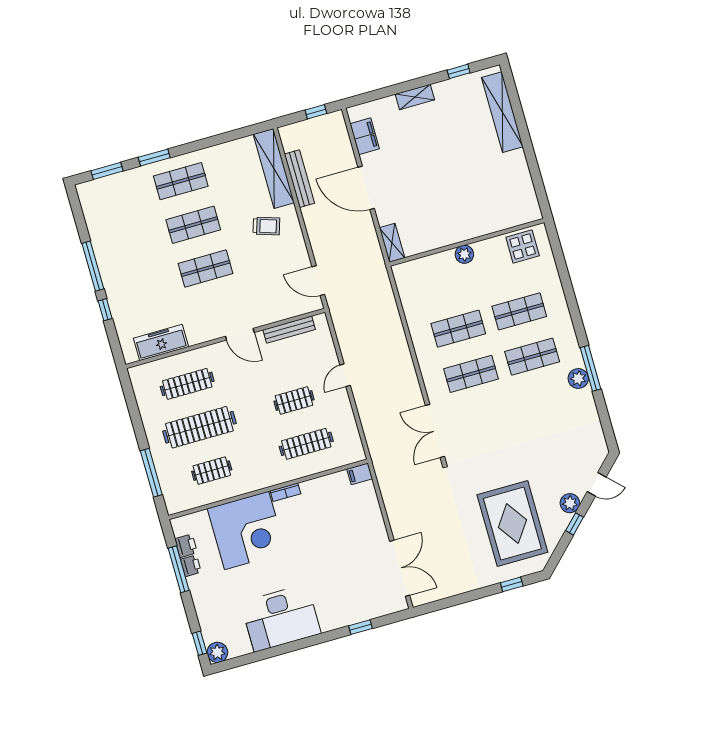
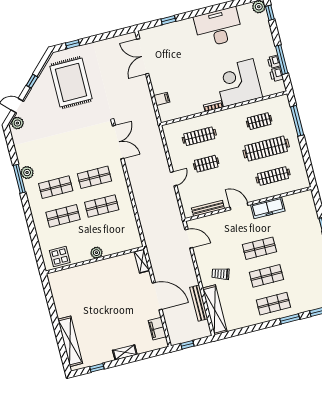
freezer: (161, 342) -> (268, 208), moved
filing cabinet: (360, 474) -> (162, 99), moved
plant: (570, 503) -> (17, 123), moved

